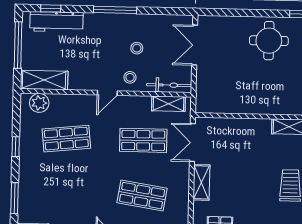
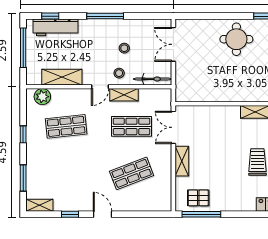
shelving: (44, 80) -> (62, 77), moved
shelving: (168, 104) -> (124, 95), moved
shop shelf: (142, 196) -> (132, 173), turned -30

